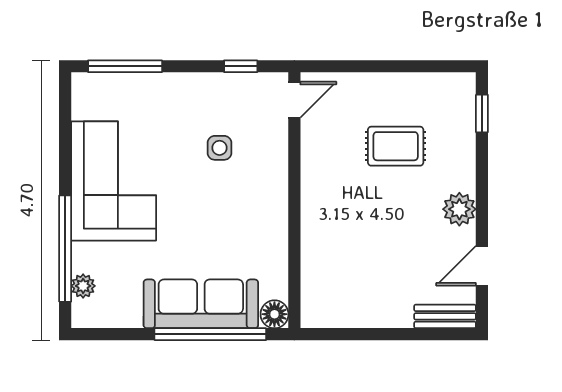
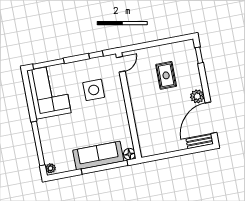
rug: (396, 146) -> (166, 75), turned 90
side table: (219, 148) -> (94, 90), width x1.87, depth x1.87
corner sofa: (114, 181) -> (49, 92), moved
door: (482, 266) -> (211, 118), width x1.87
plant: (83, 286) -> (50, 168), moved

